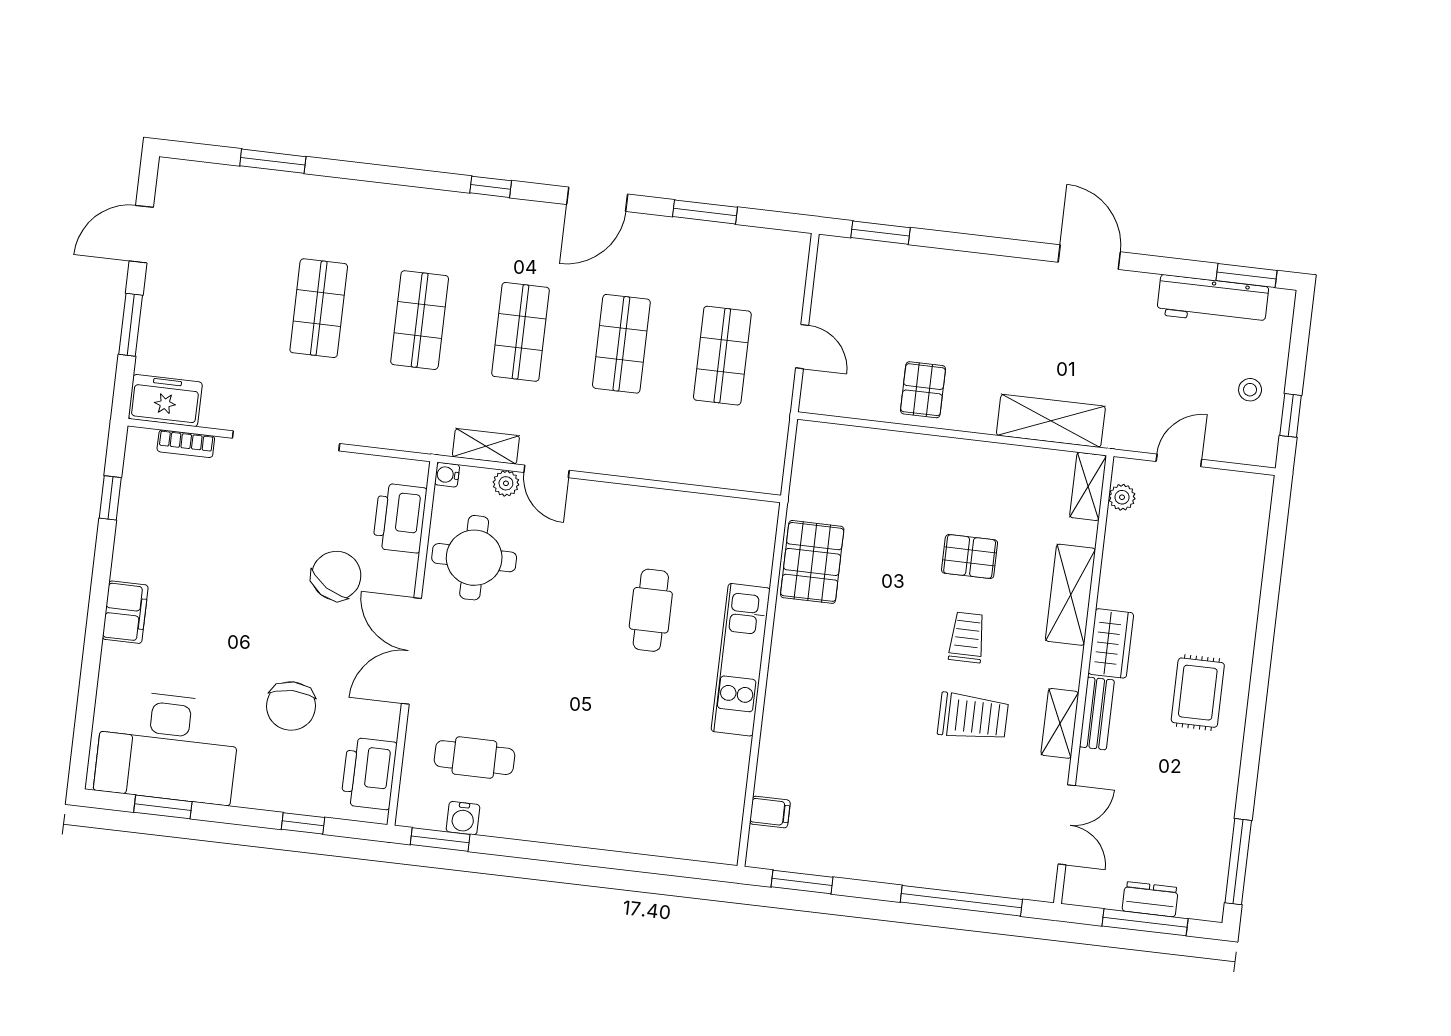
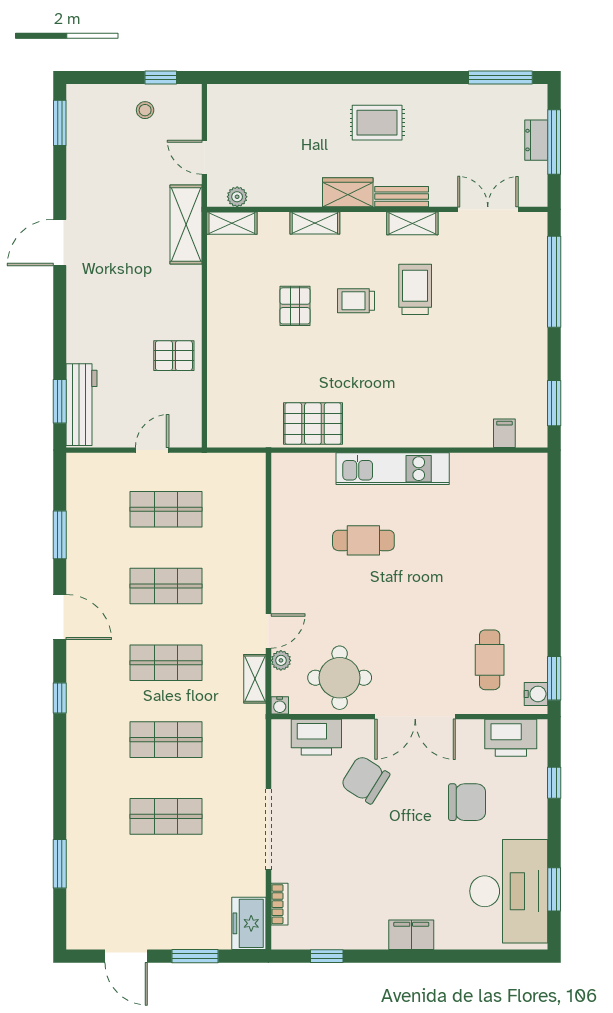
workbench: (1213, 301) -> (82, 405), moved
shelving: (1051, 421) -> (186, 224), moved
shelving: (1071, 595) -> (315, 223), width x0.67, depth x0.75
water cooler: (463, 818) -> (536, 694), moved

